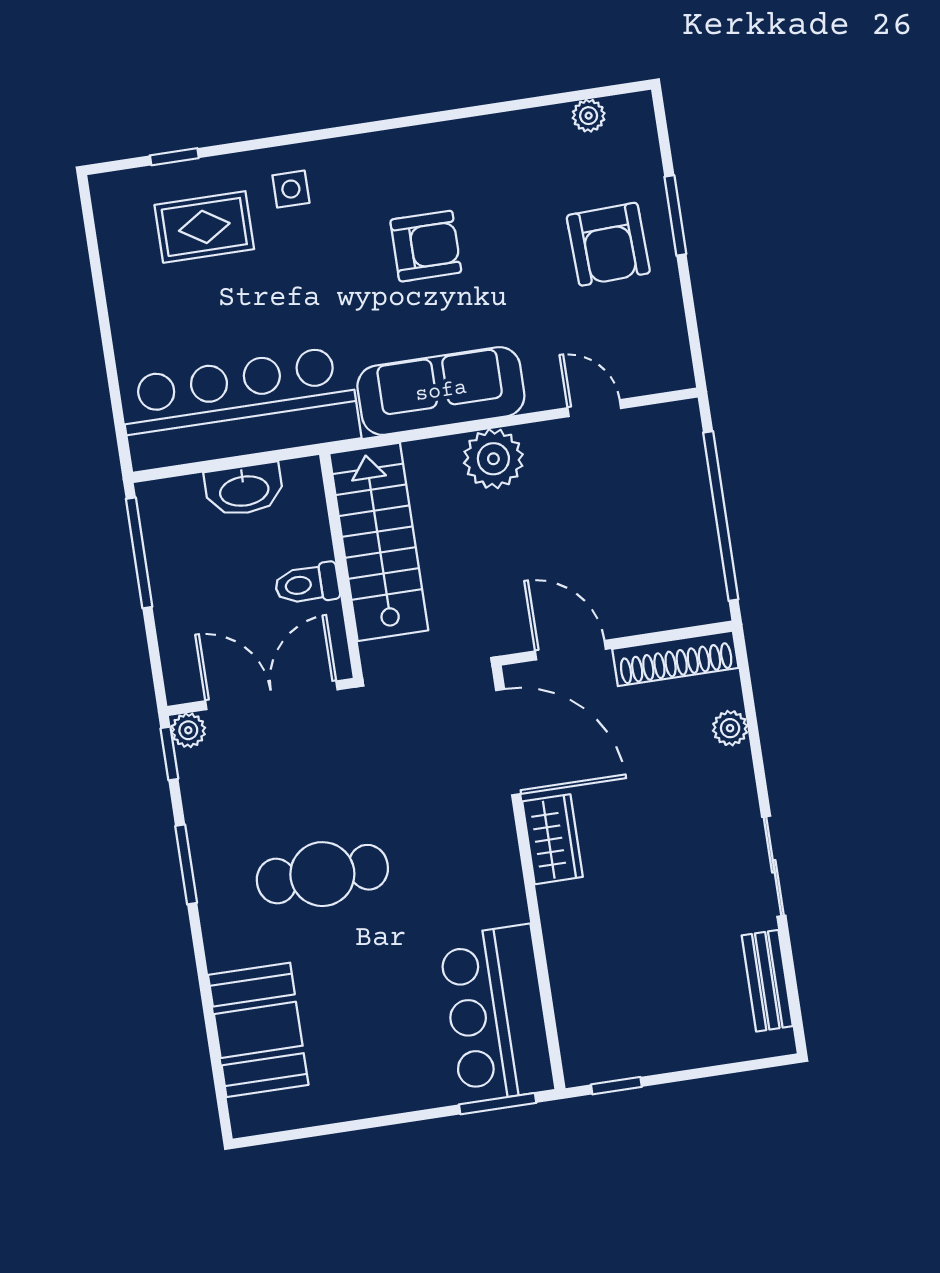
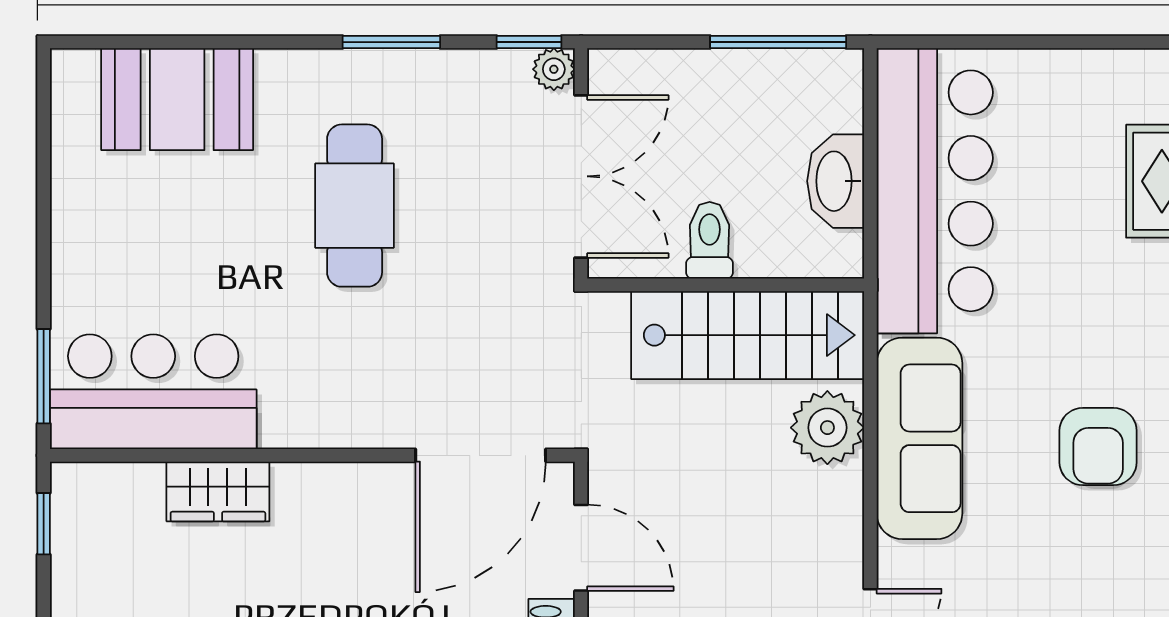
plant: (493, 459) -> (827, 428), moved
door: (570, 650) -> (581, 548), hinge flipped
wardrobe: (552, 839) -> (218, 491), moved

